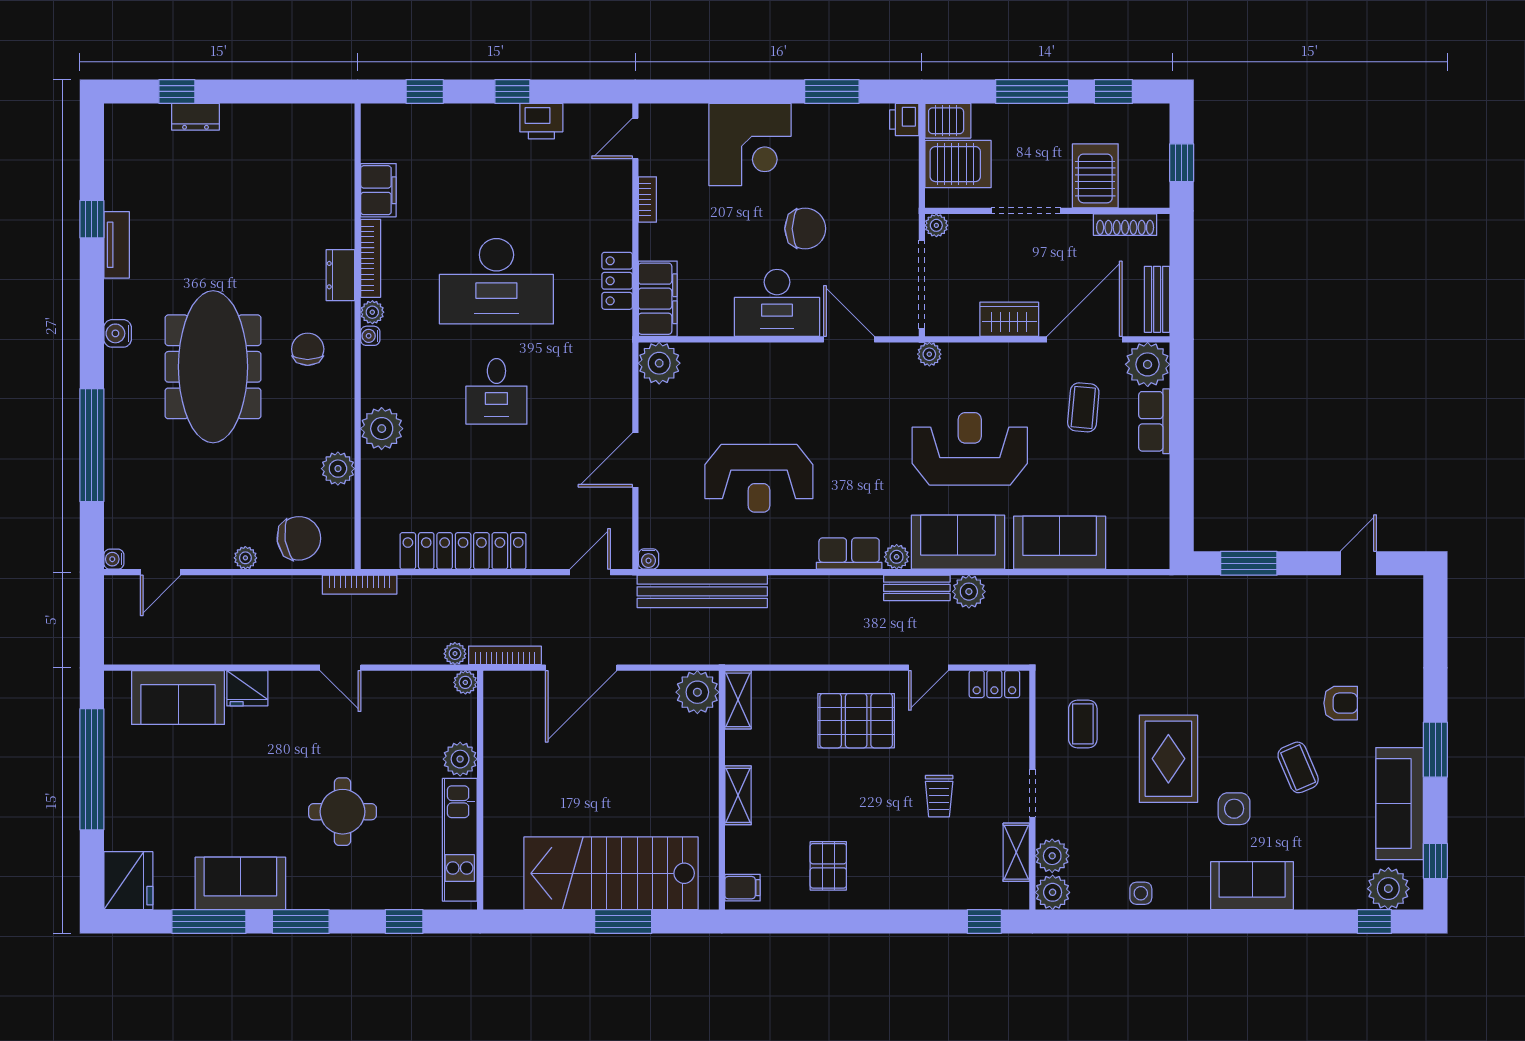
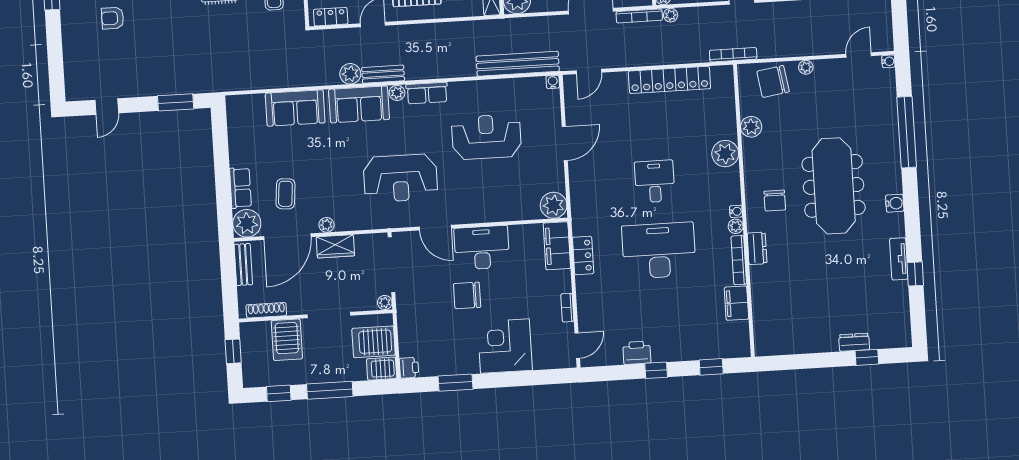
plant: (929, 354) -> (327, 225), moved
reception desk: (970, 449) -> (400, 178), moved

